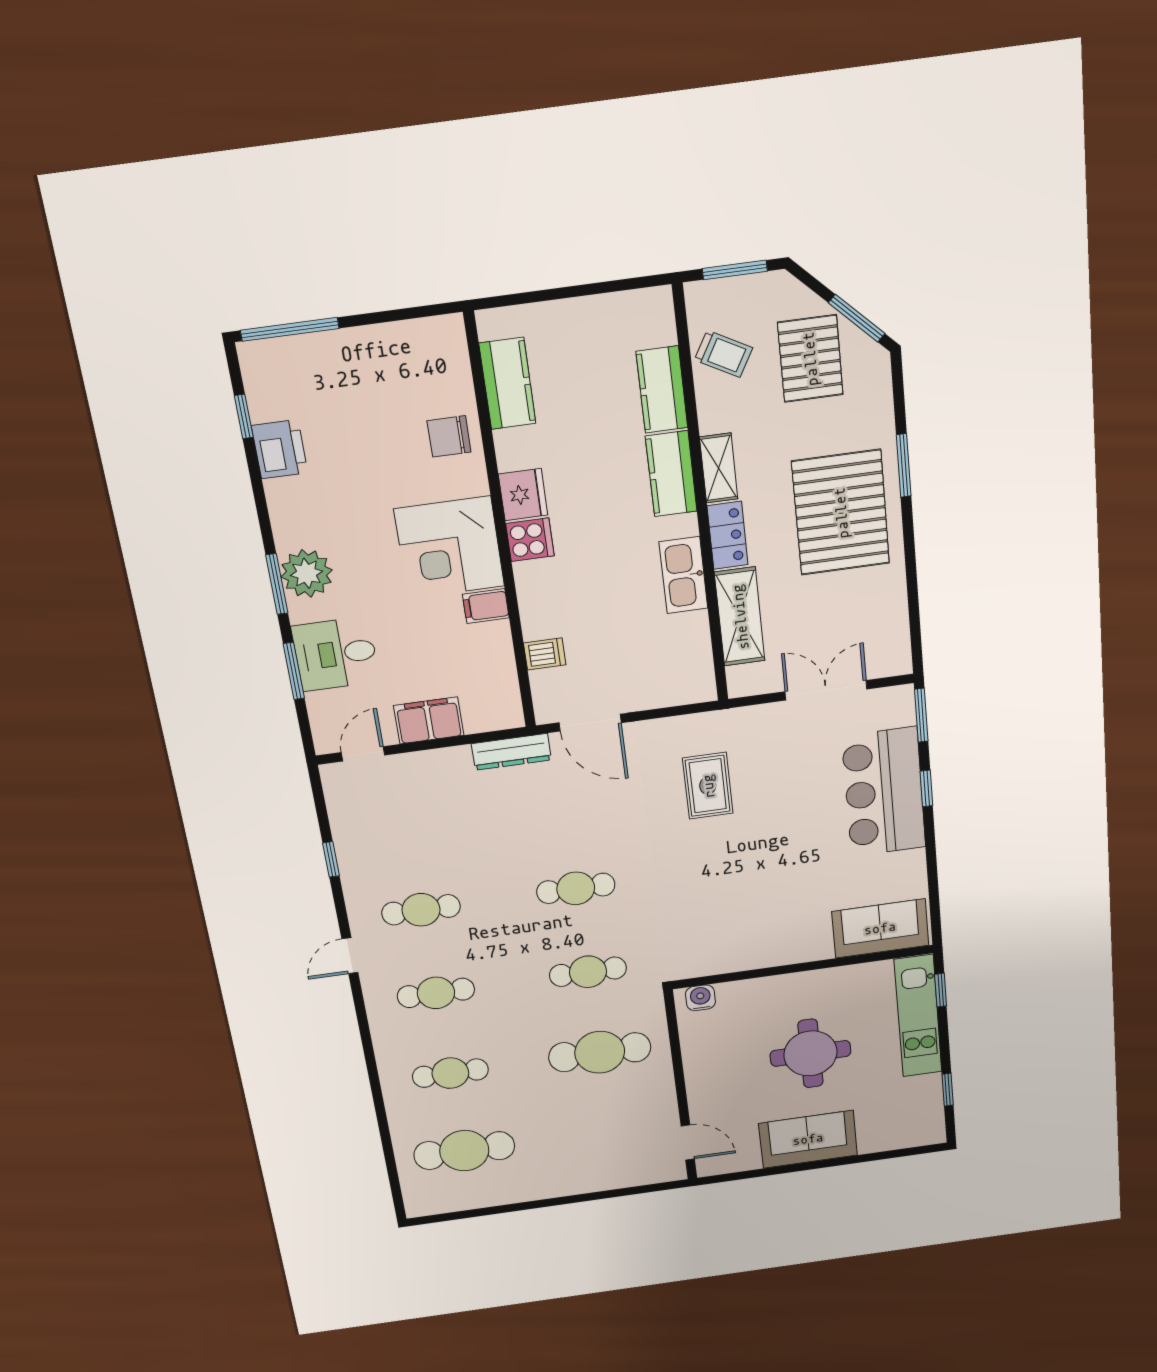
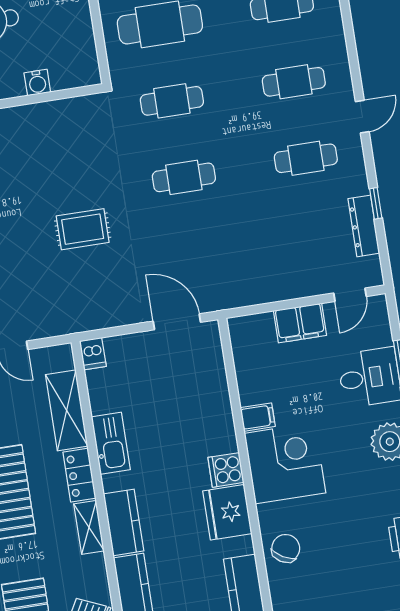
chair: (449, 436) -> (286, 548), turned -60
fridge: (523, 495) -> (227, 512), width x1.36, depth x1.34
dishwasher: (545, 654) -> (93, 354), moved, turned -90
dresser: (511, 752) -> (364, 226), moved, turned -90
rug: (708, 786) -> (83, 229), moved, turned 90
water cooler: (700, 998) -> (37, 82), moved

